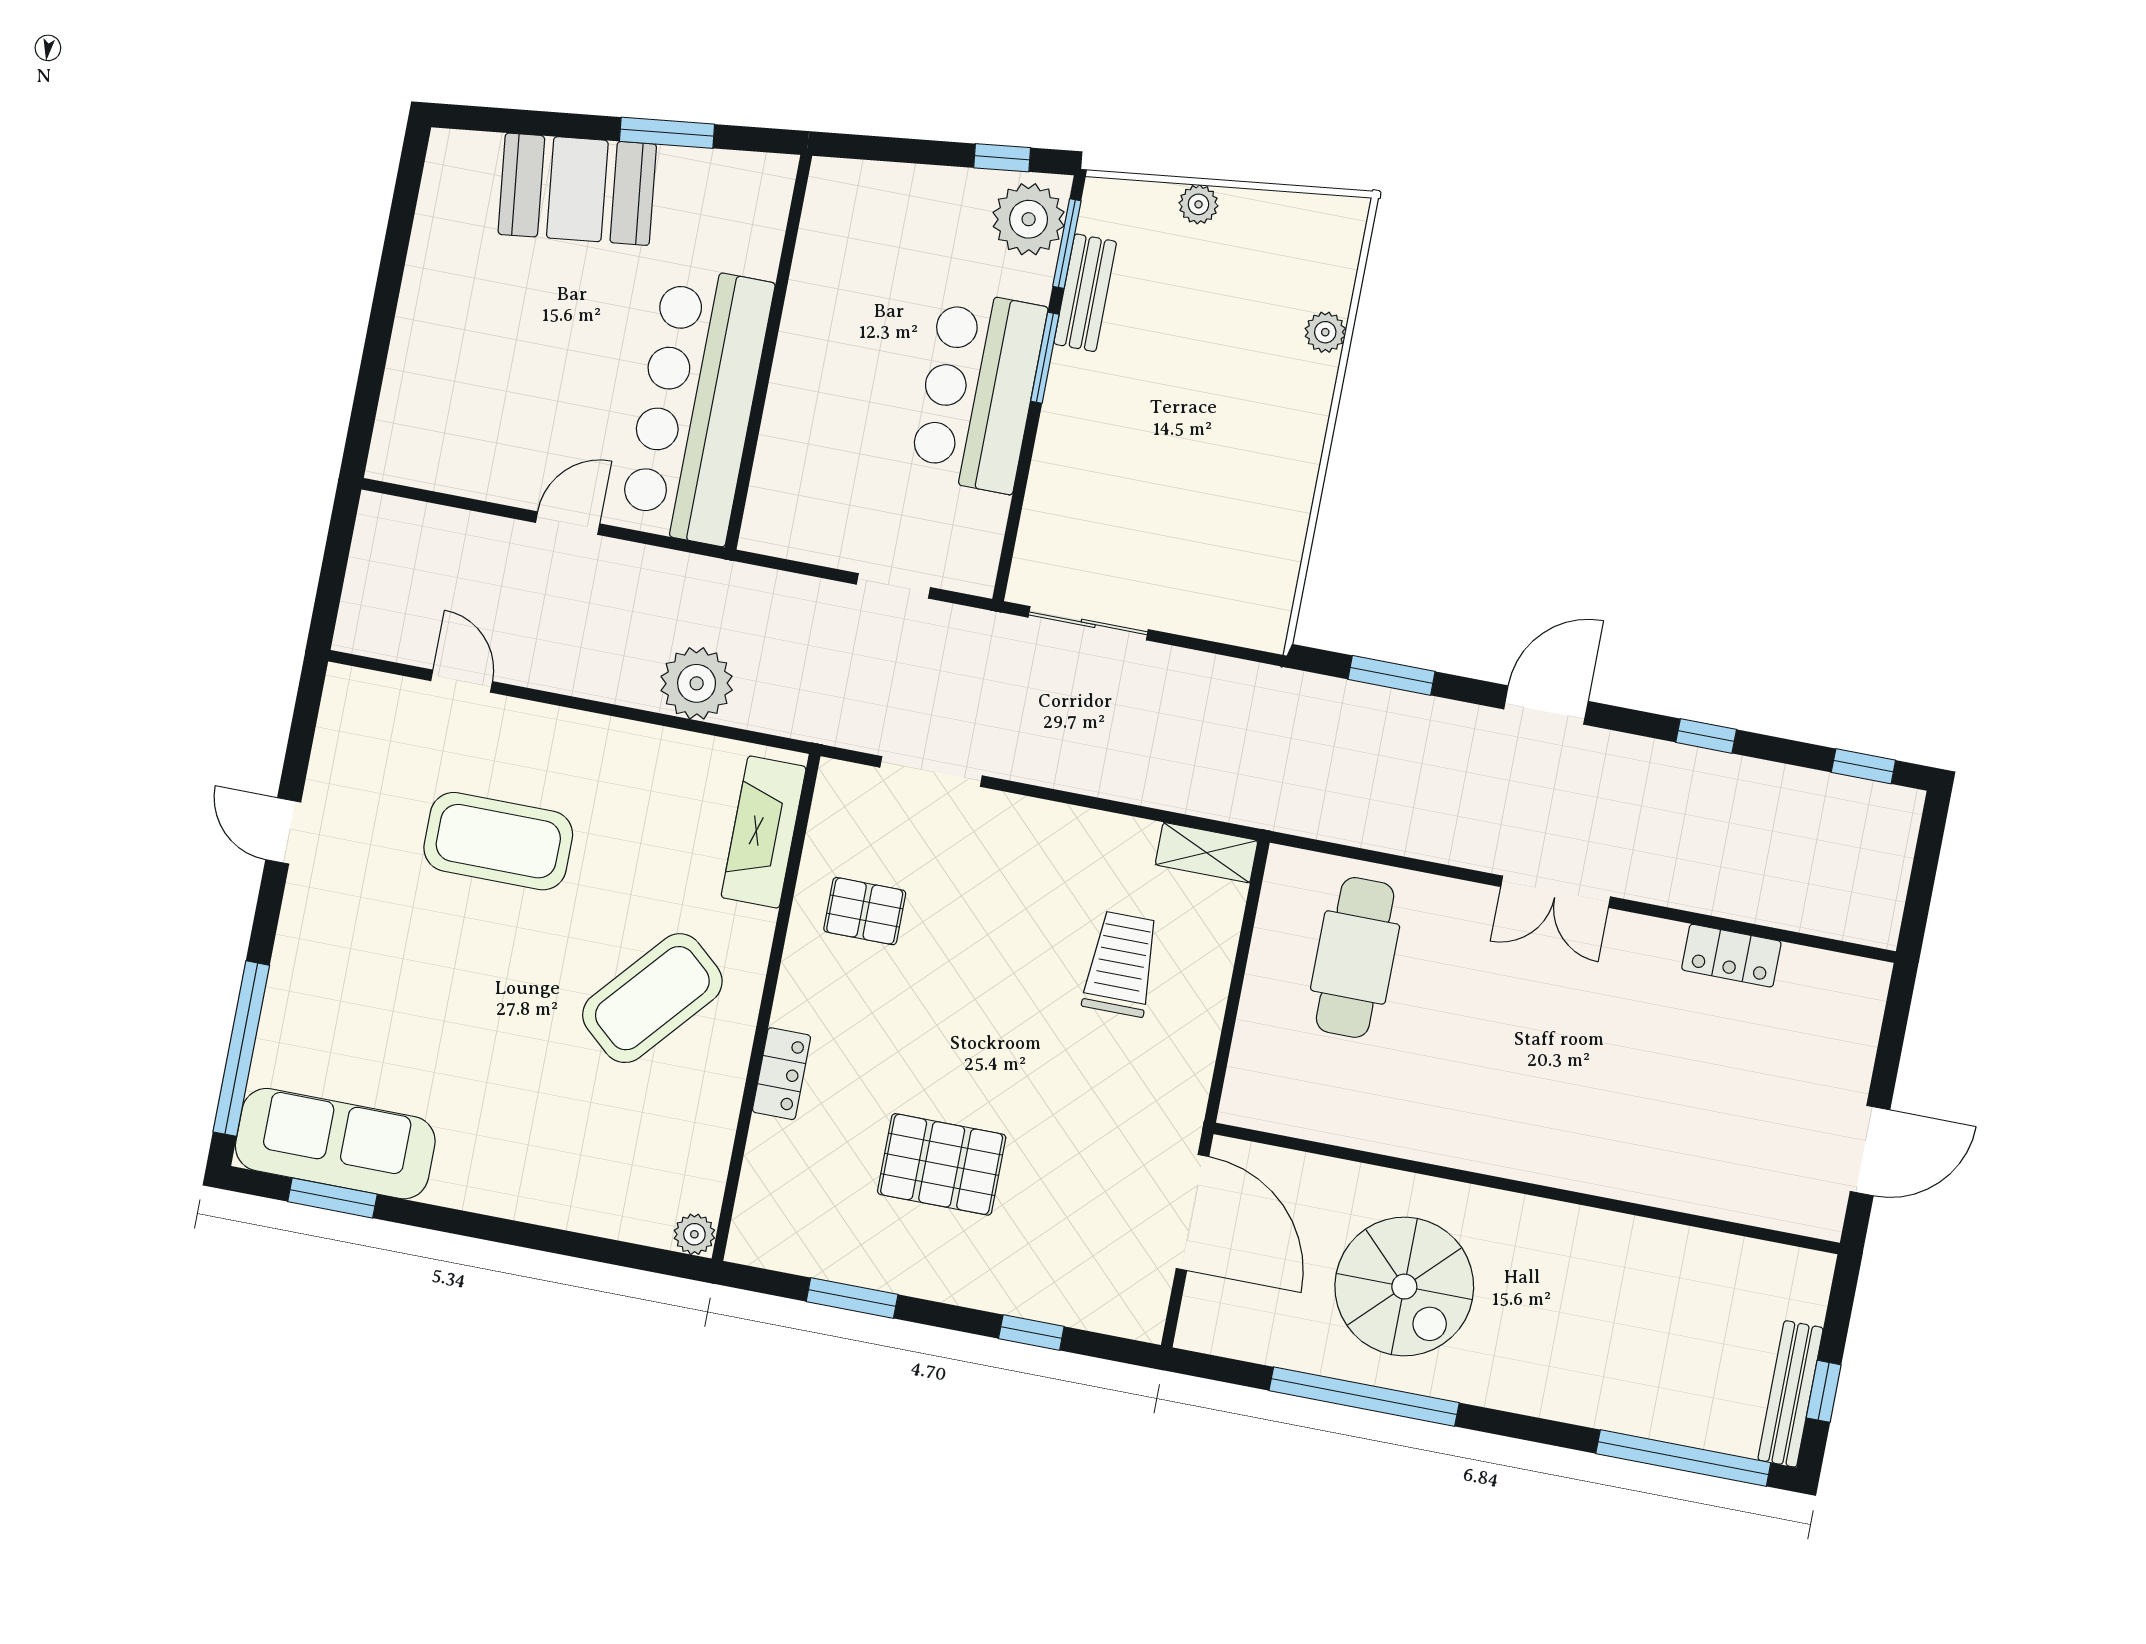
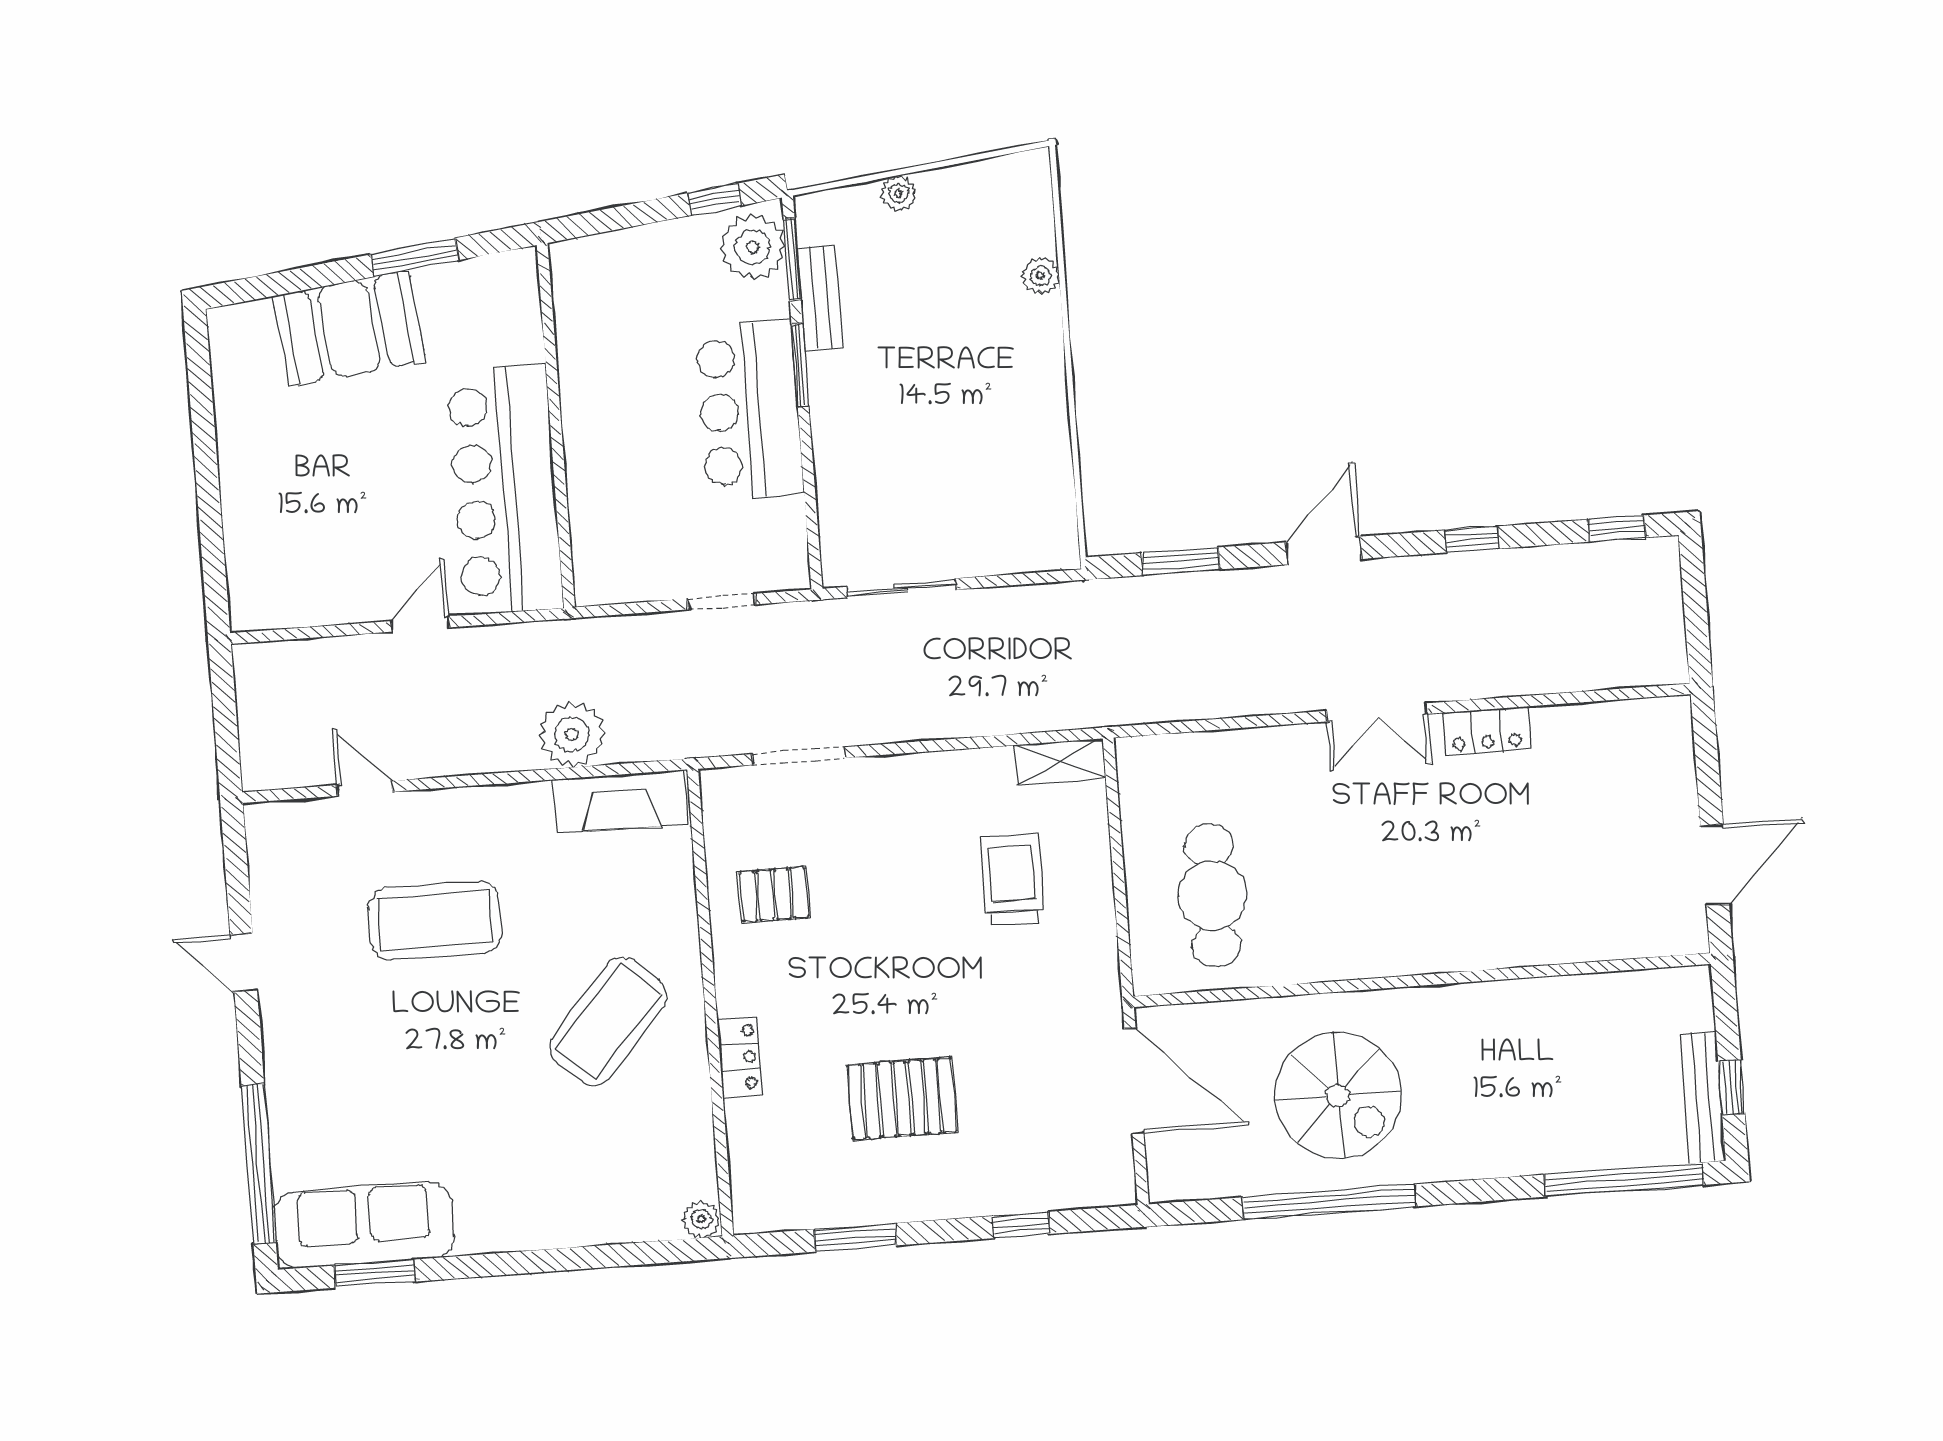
fireplace: (764, 832) -> (620, 802), moved, turned -90
locker: (1731, 956) -> (1486, 731), moved
cafe table: (1355, 957) -> (1212, 895), moved

